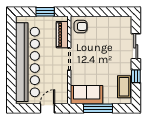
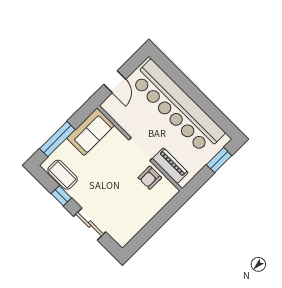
window: (45, 12) -> (219, 160), moved
armchair: (81, 26) -> (150, 178), moved
window: (98, 108) -> (57, 139), moved

